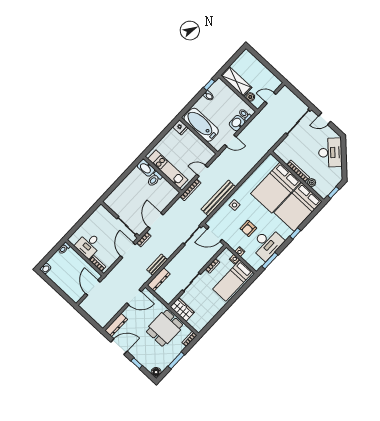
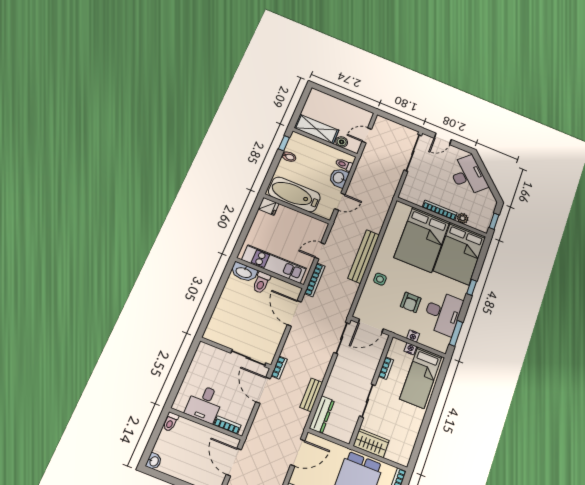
bench: (218, 198) -> (364, 256), moved
door: (155, 221) -> (294, 313), moved

